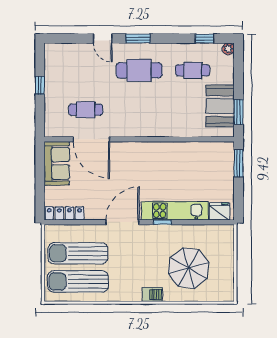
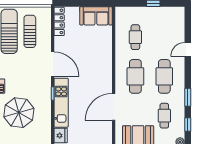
window: (138, 39) -> (188, 97), moved
cafe table: (139, 110) -> (135, 76), added
door: (91, 139) -> (114, 107), moved
sun lounger: (78, 253) -> (30, 31), width x0.73, depth x0.75

